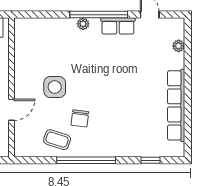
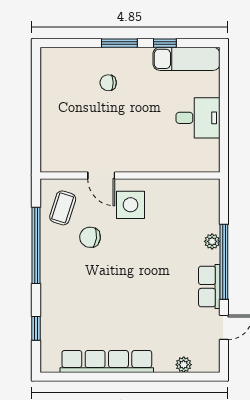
wall: (12, 87) -> (130, 175), moved
door: (12, 110) -> (101, 175), moved

